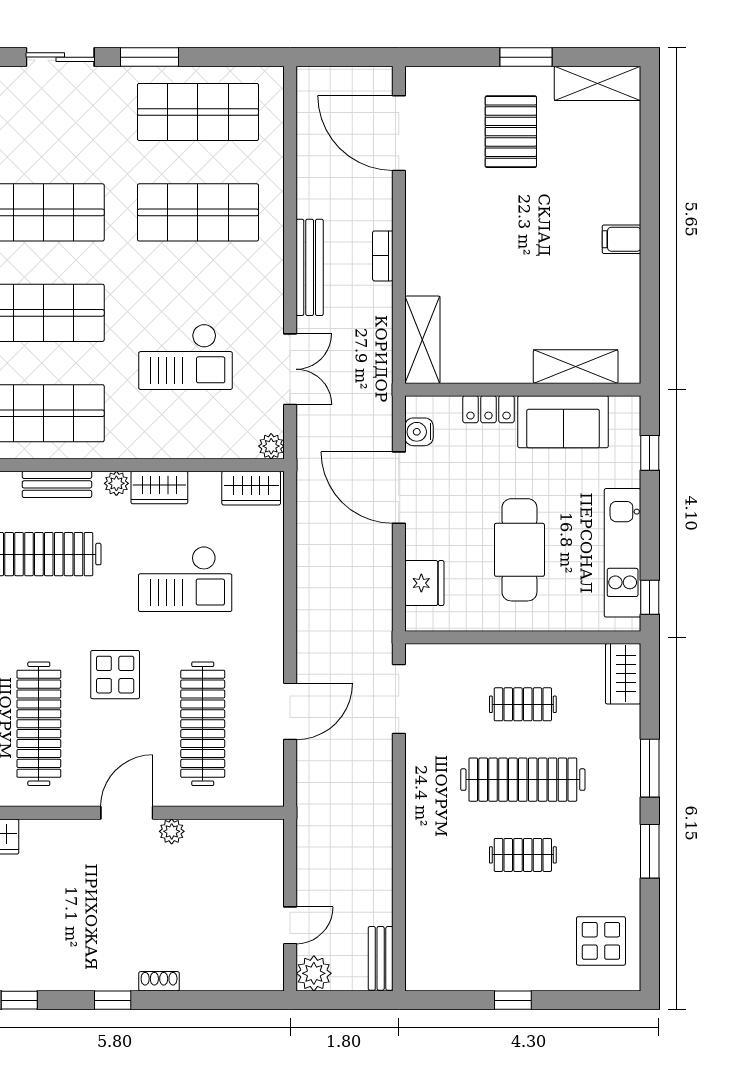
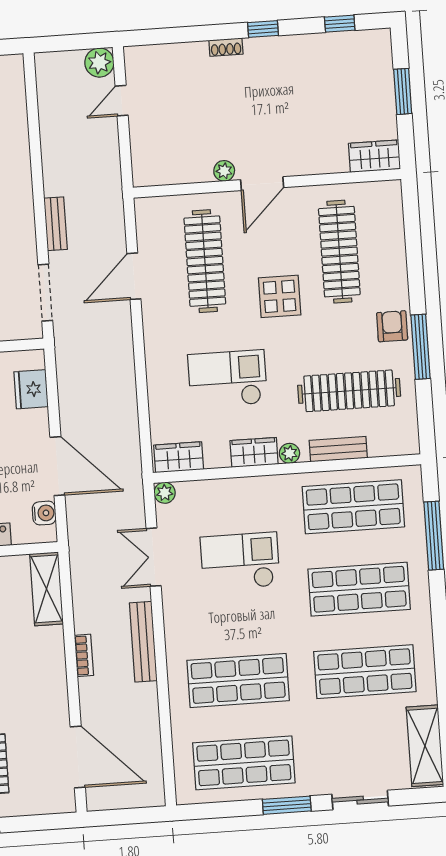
bench: (381, 958) -> (56, 224), moved

